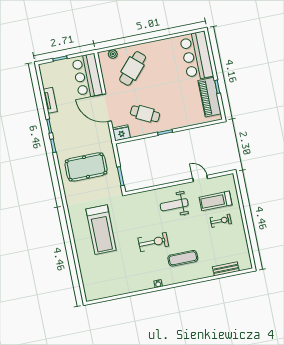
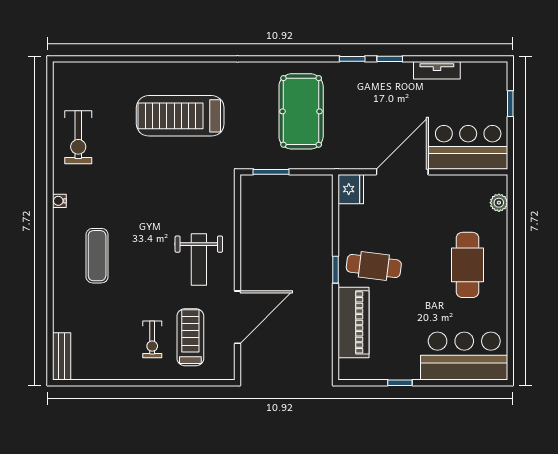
cafe table: (133, 68) -> (468, 265), moved, turned 48
piano: (210, 97) -> (353, 322), moved, turned 90
cafe table: (145, 114) -> (374, 266), moved, turned 70
door: (200, 178) -> (237, 317), width x1.88
weight bench: (174, 205) -> (199, 260), turned 180
exercise bike: (153, 242) -> (78, 137), moved
bench: (226, 269) -> (62, 356), moved

